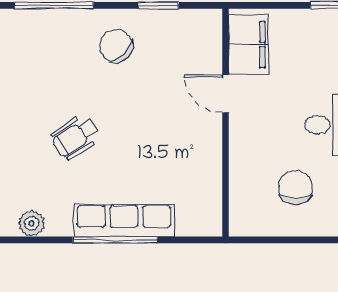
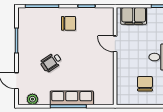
filing cabinet: (248, 44) -> (134, 16), moved, turned 90
chair: (116, 46) -> (69, 23), turned 135

